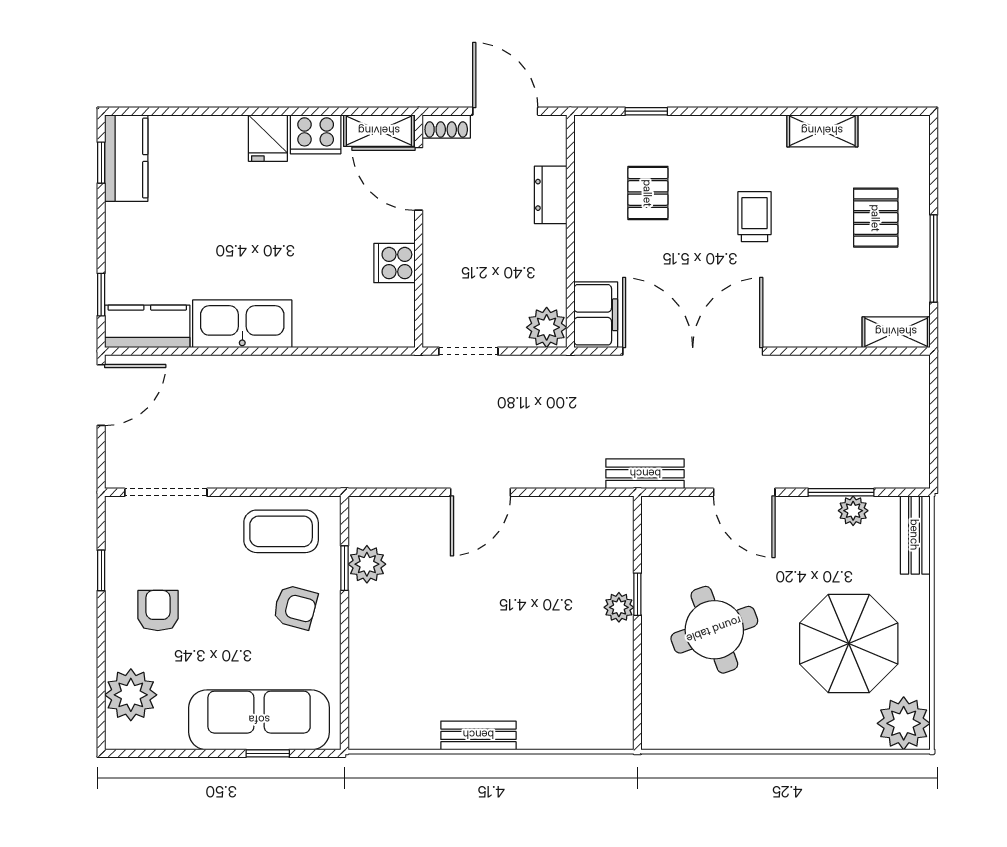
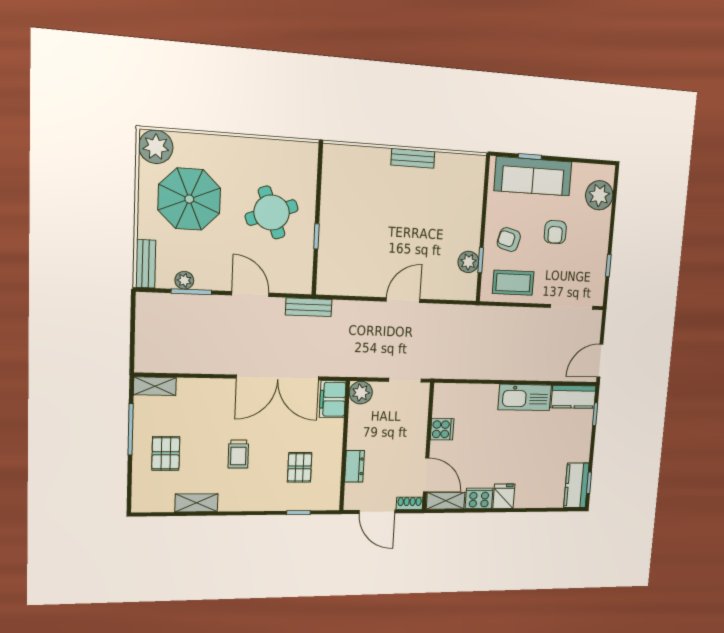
plant: (619, 607) -> (328, 229), removed
armchair: (158, 611) -> (555, 232), moved

